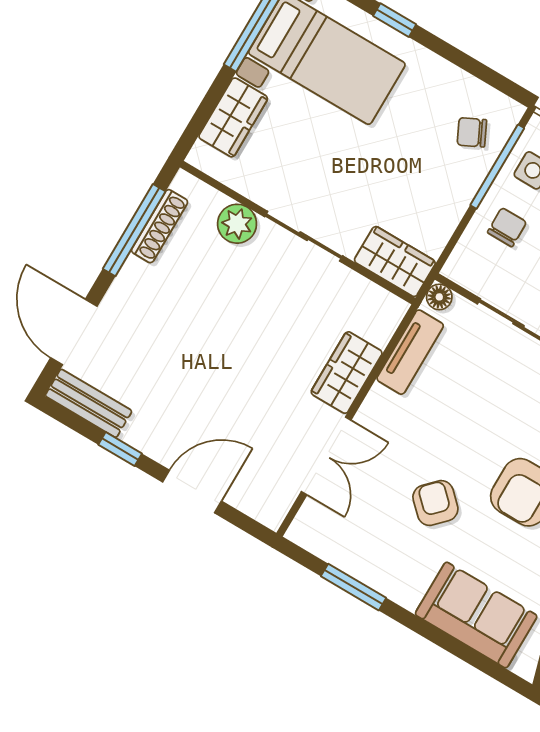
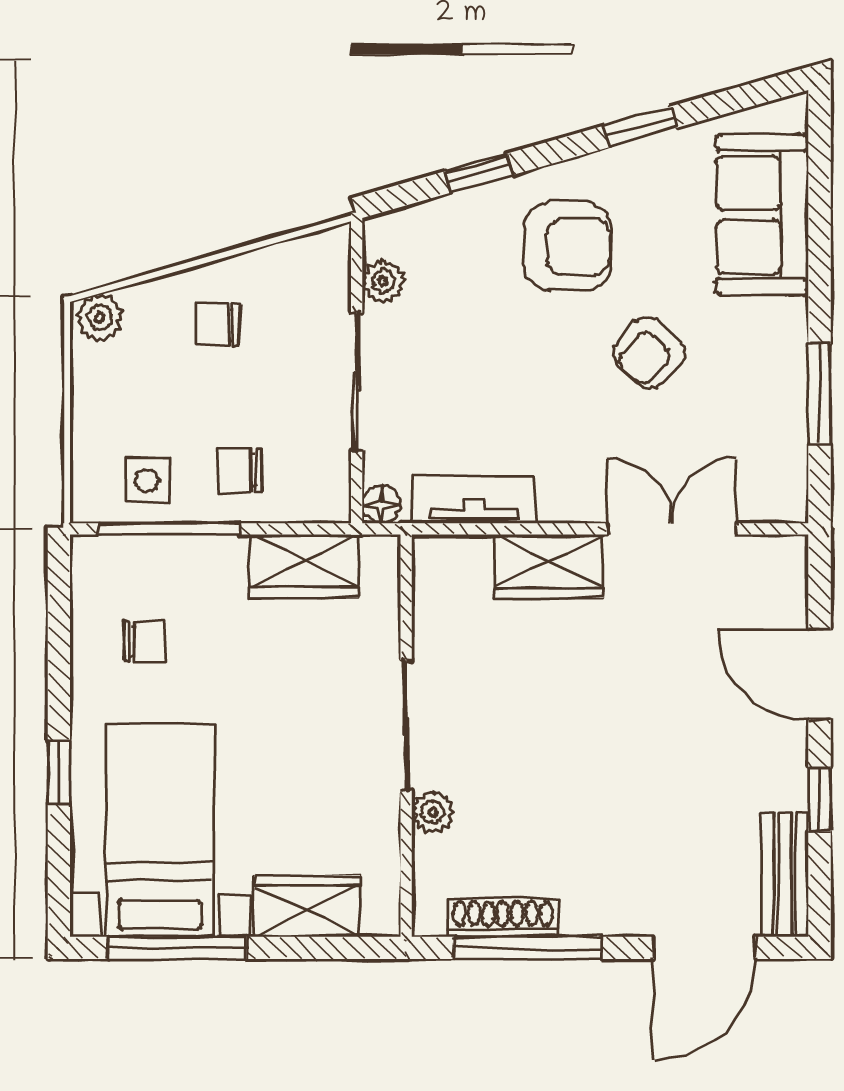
chair: (472, 132) -> (145, 641), moved, turned -64
plant: (237, 224) -> (433, 812), width x0.73, depth x0.73
wardrobe: (395, 262) -> (304, 566), moved, turned -90

